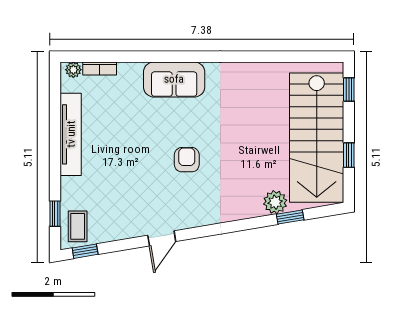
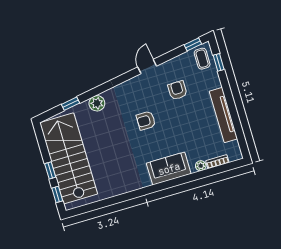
plant: (73, 70) -> (201, 166), moved
window: (349, 155) -> (50, 170), moved
armchair: (187, 160) -> (146, 121), turned 90
armchair: (128, 191) -> (177, 90), added
plant: (275, 202) -> (97, 103), moved

